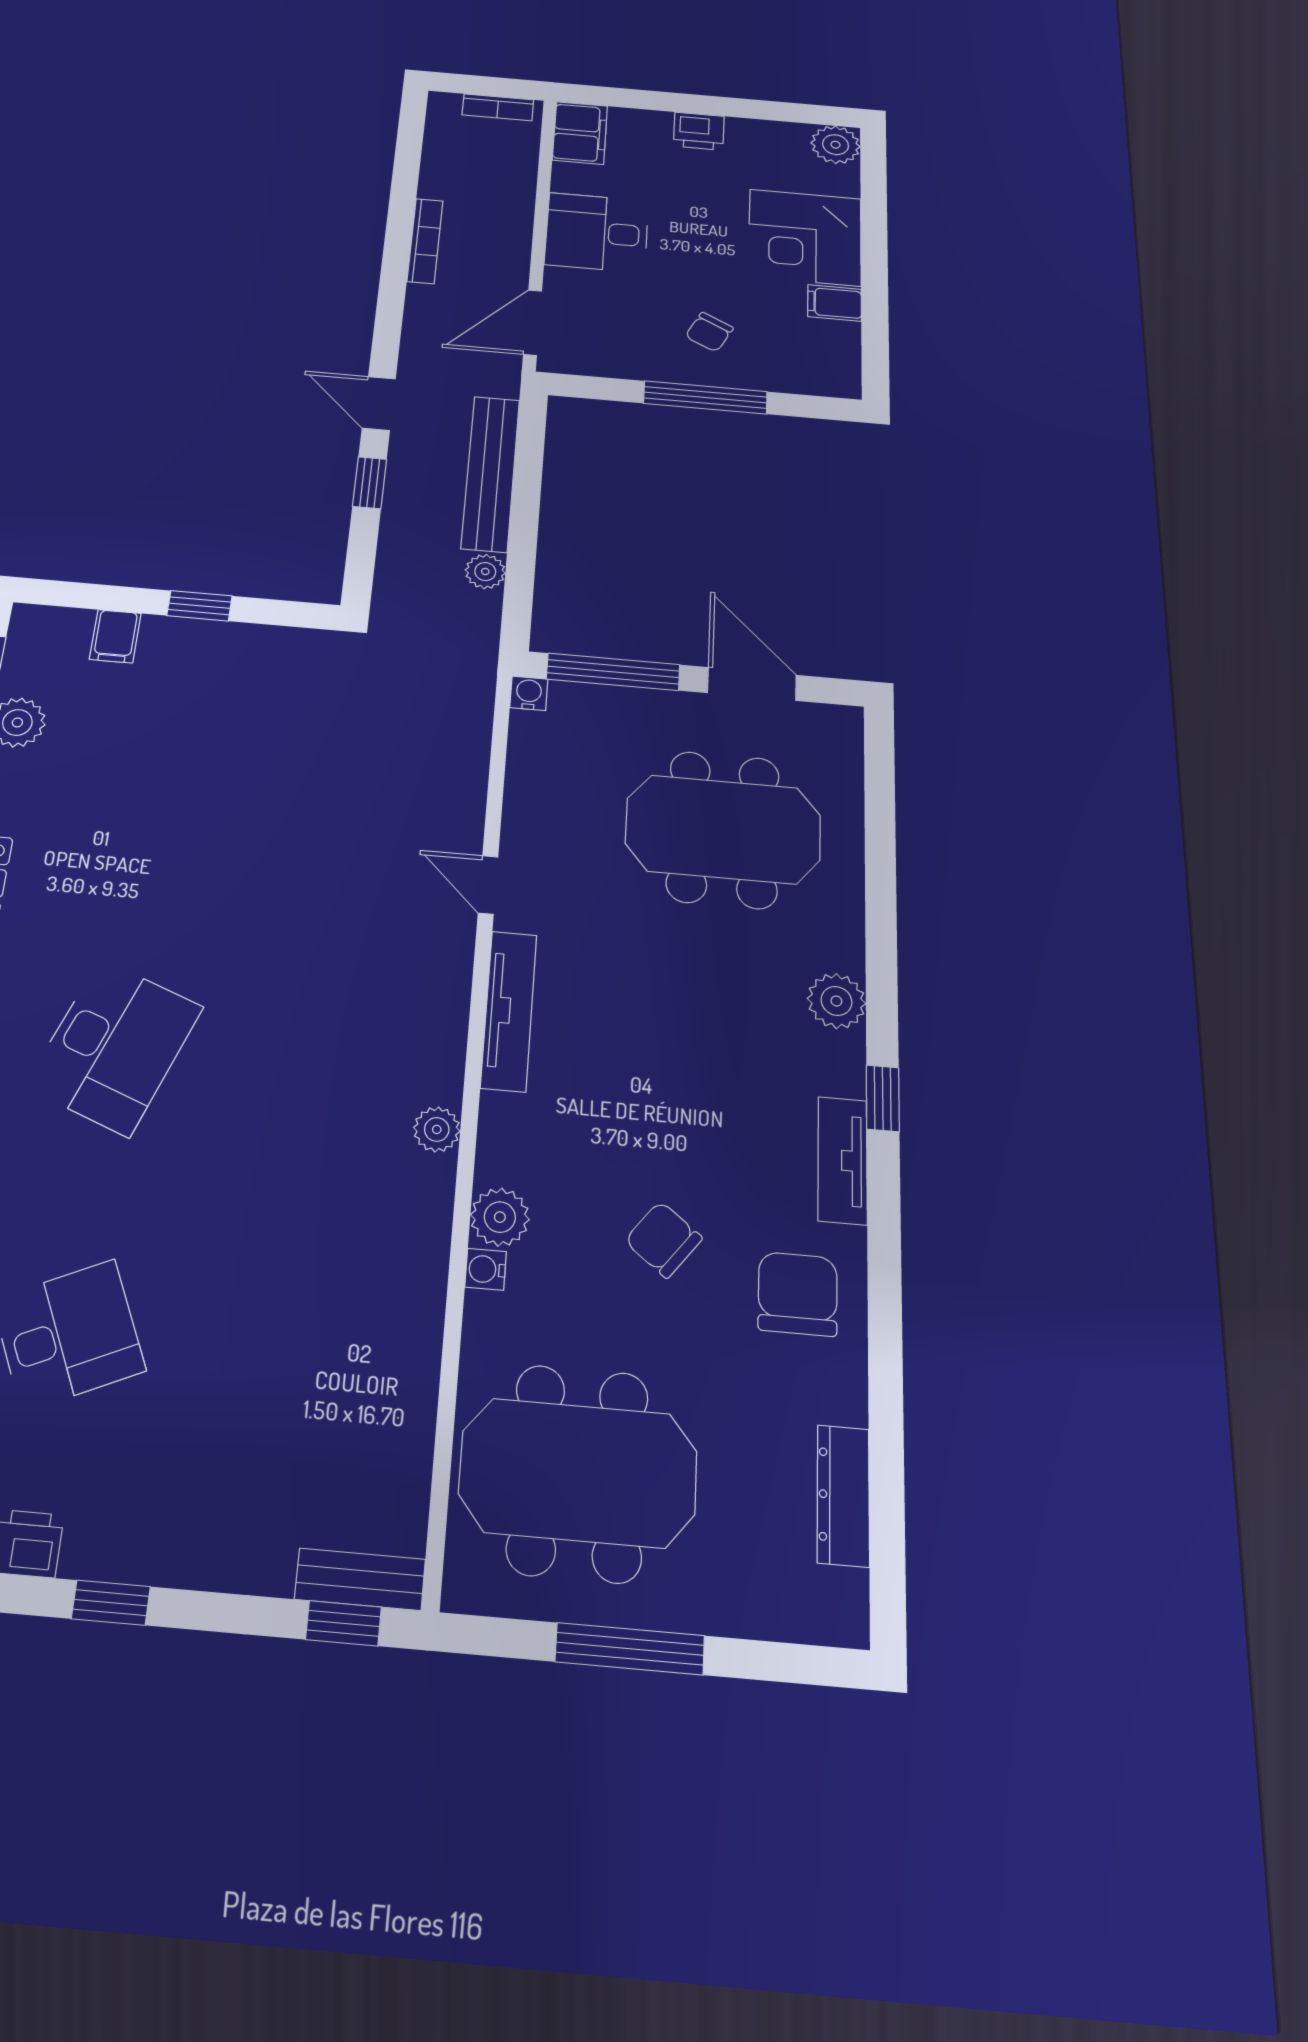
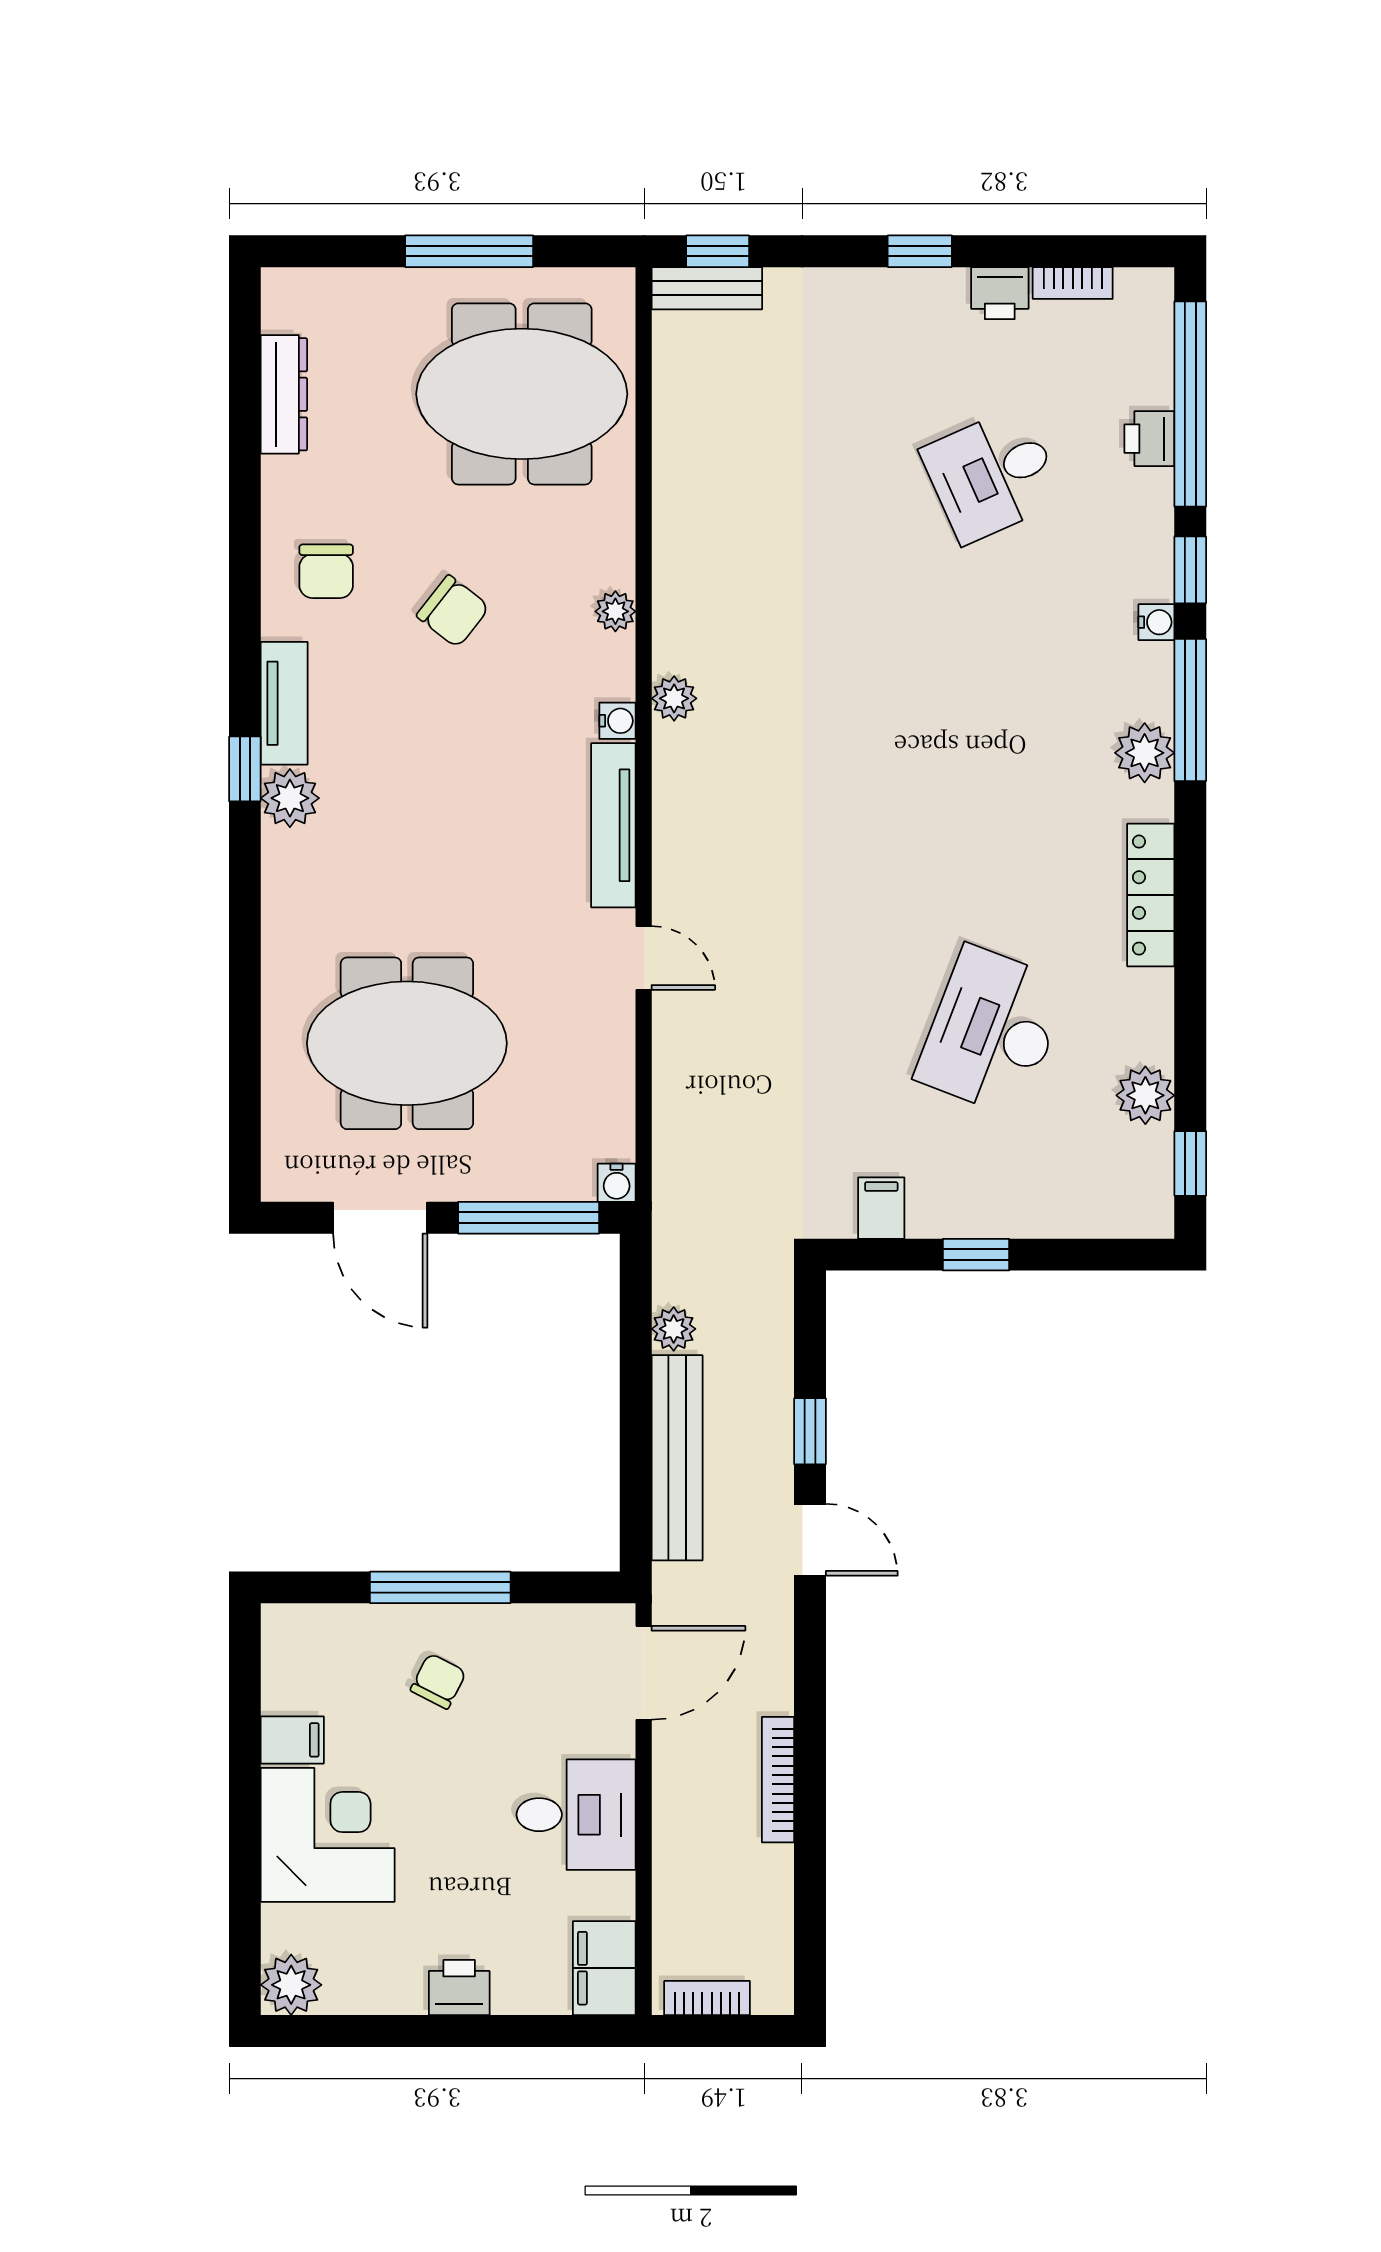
filing cabinet: (115, 636) -> (881, 1208), moved
plant: (836, 1001) -> (290, 798), moved
desk: (114, 1047) -> (992, 1031), moved
plant: (500, 1217) -> (615, 611), width x0.73, depth x0.73
water cooler: (486, 1269) -> (618, 721), moved
chair: (798, 1294) -> (326, 571), width x0.73, depth x0.73

